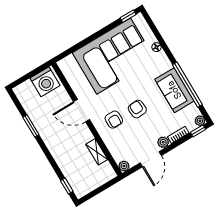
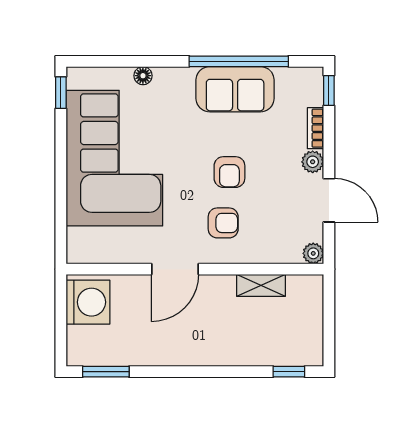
armchair: (137, 109) -> (229, 172), turned -86
plant: (200, 121) -> (314, 77), removed
window: (31, 126) -> (106, 372), moved

